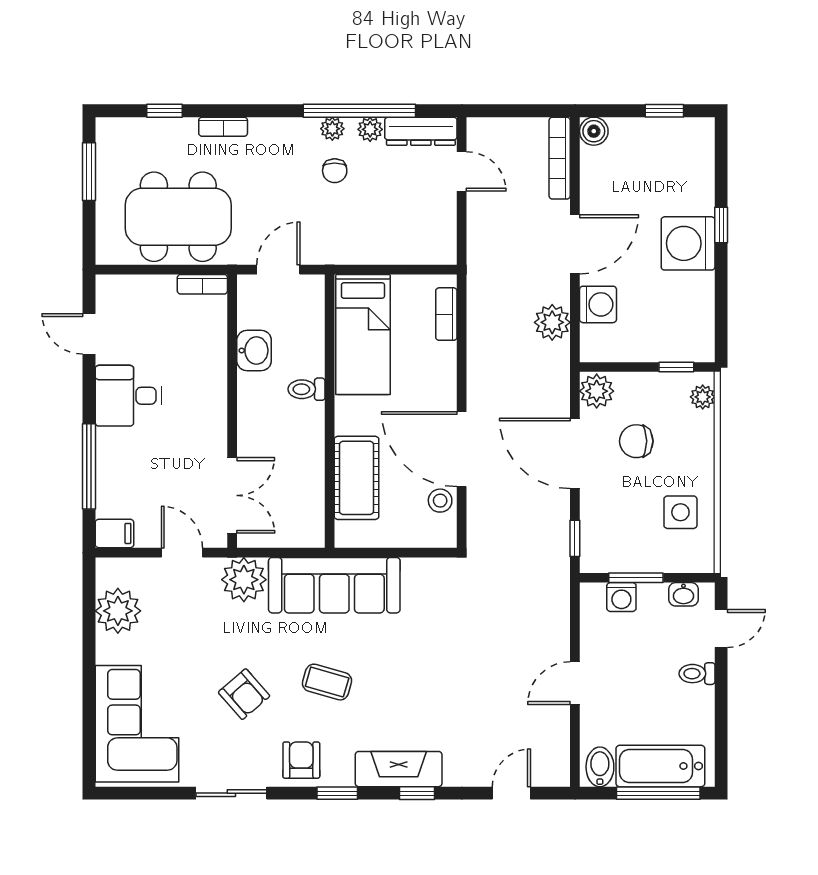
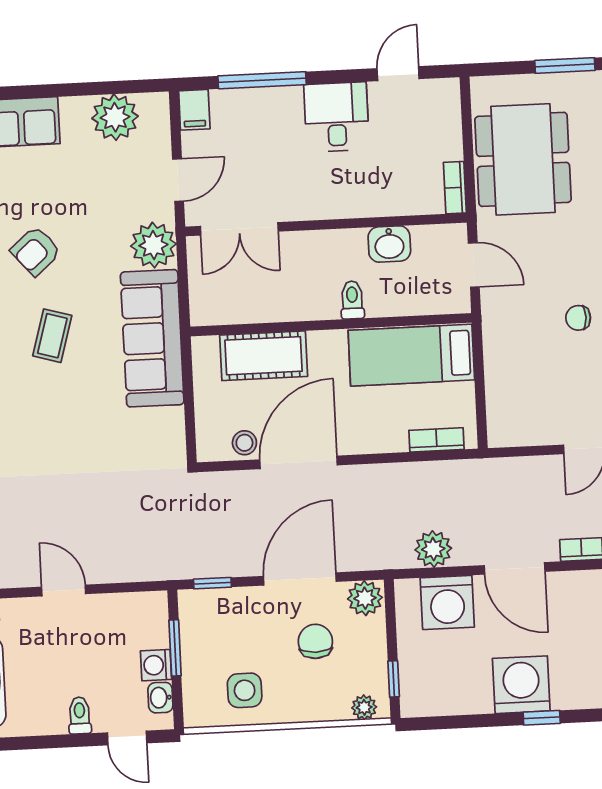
washing machine: (598, 304) -> (447, 602), width x1.37, depth x1.37
washing machine: (621, 597) -> (156, 665), moved

